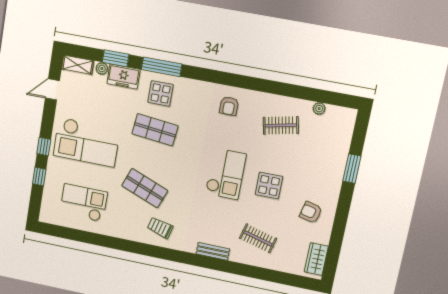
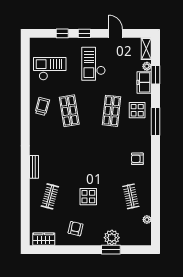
window: (162, 67) -> (155, 122), moved
door: (52, 89) -> (116, 33), moved
checkout: (86, 142) -> (94, 64), width x0.73, depth x0.83
plant: (335, 164) -> (112, 238), added
checkout: (226, 174) -> (90, 165), removed
shop shelf: (145, 188) -> (69, 111), turned -30
checkout: (84, 203) -> (50, 69), turned -90
trolley: (160, 228) -> (42, 106), moved

